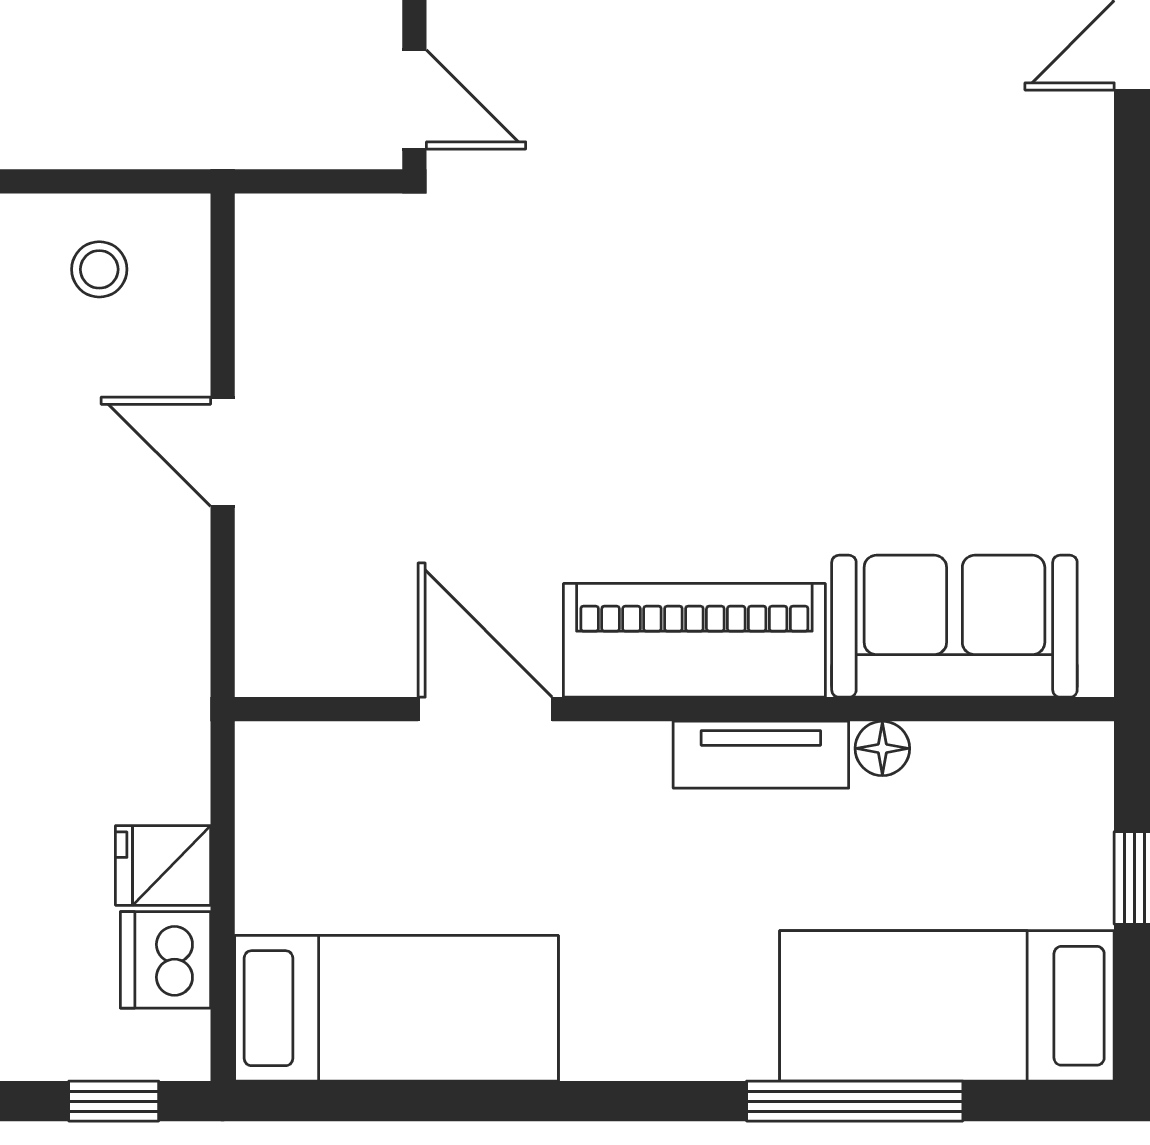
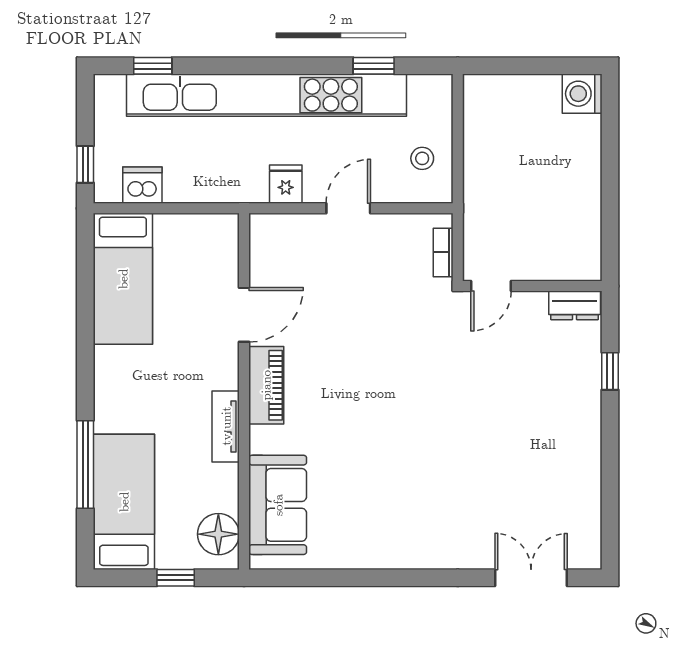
bookcase: (331, 217) -> (443, 252), added
piano: (694, 640) -> (266, 385), width x0.73, depth x0.75
floor lamp: (882, 748) -> (218, 534), moved, width x1.89, depth x1.89
fridge: (163, 865) -> (286, 184), moved

